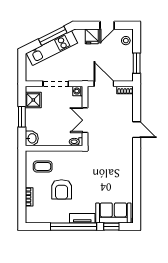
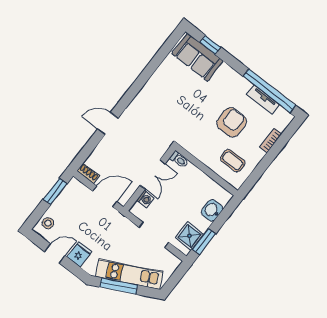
door: (104, 84) -> (105, 196), swing flipped
washing machine: (78, 91) -> (145, 199), moved
window: (22, 117) -> (204, 242), moved
door: (137, 130) -> (108, 124), hinge flipped
washbasin: (32, 138) -> (212, 210), moved
tv unit: (82, 218) -> (263, 99), moved
window: (74, 227) -> (269, 91), moved

